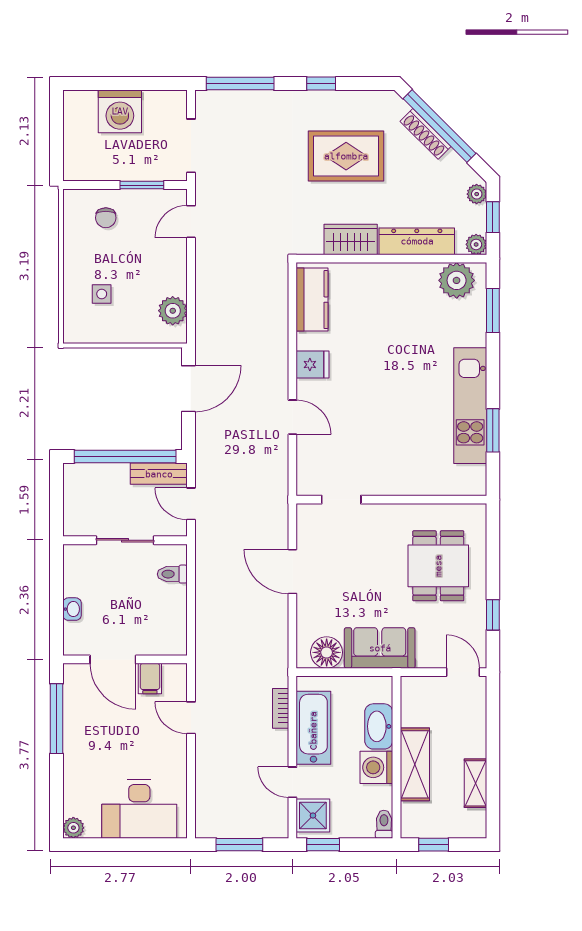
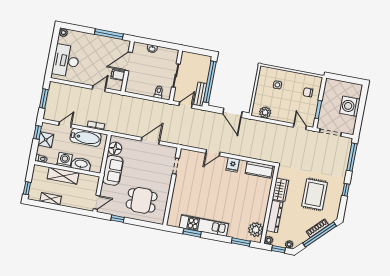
shower: (313, 816) -> (46, 140), moved
window: (434, 845) -> (27, 188), moved

